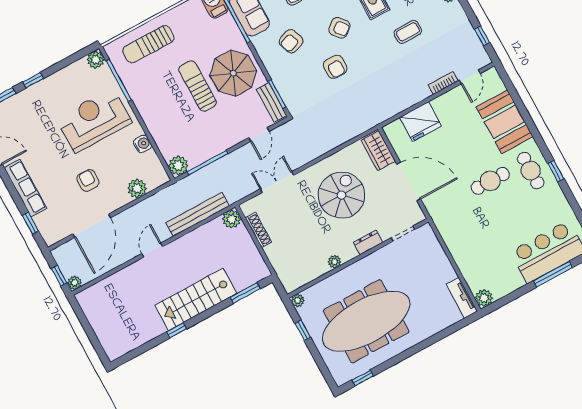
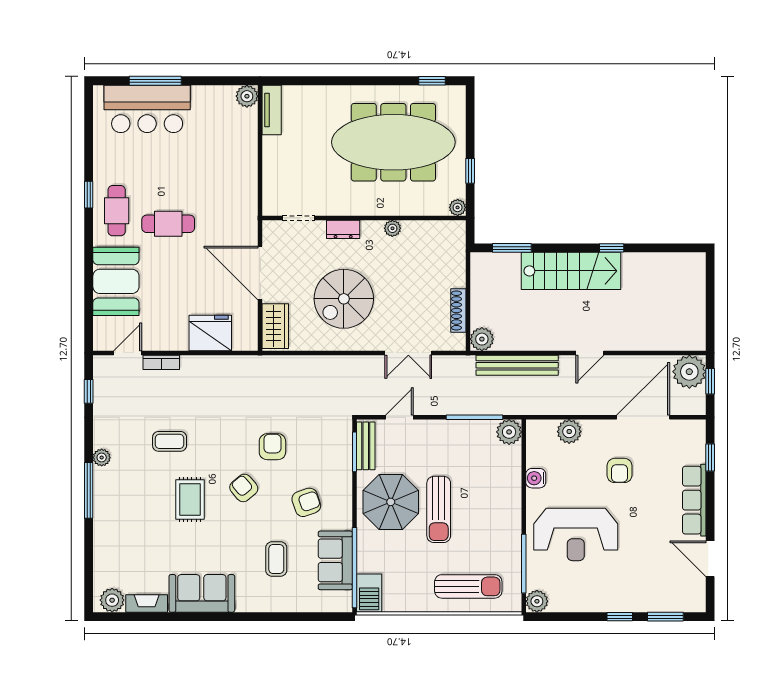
plant: (75, 283) -> (689, 372), width x1.87, depth x1.87

